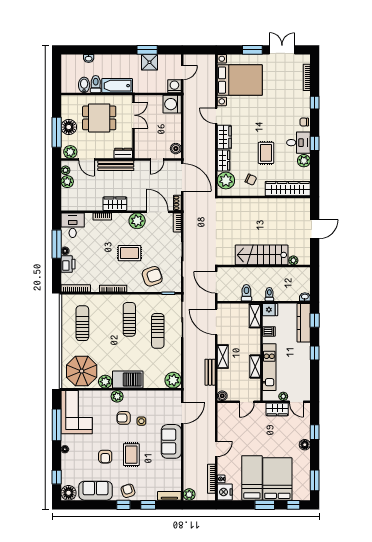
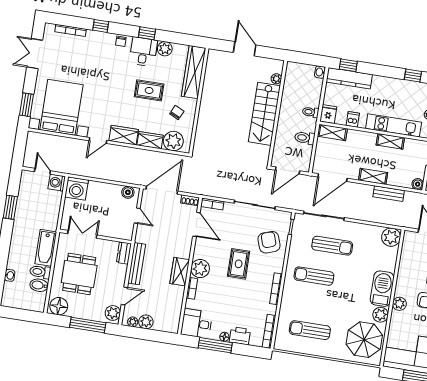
window: (252, 50) -> (27, 105), moved
shower: (149, 62) -> (25, 207), removed
floor lamp: (69, 127) -> (59, 306), moved
door: (158, 212) -> (196, 224), swing flipped
plant: (137, 221) -> (200, 269), moved
window: (315, 353) -> (413, 75), moved

